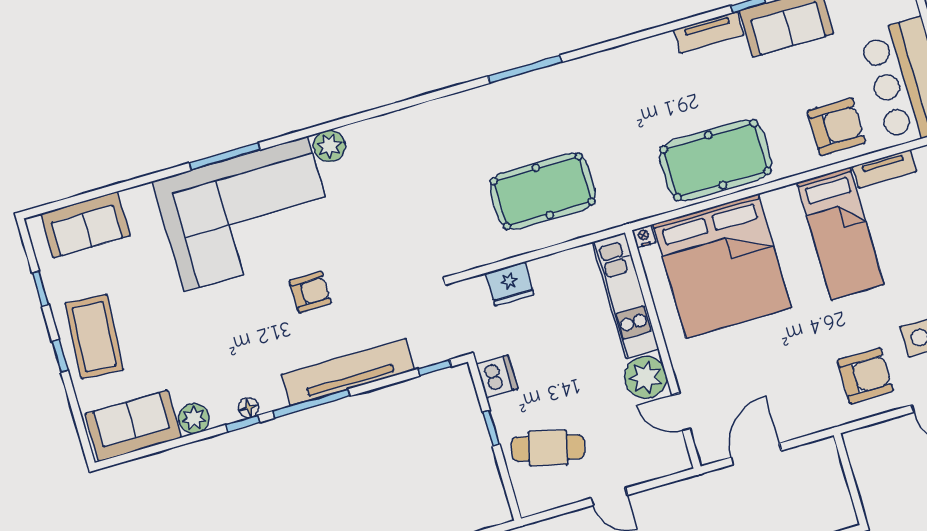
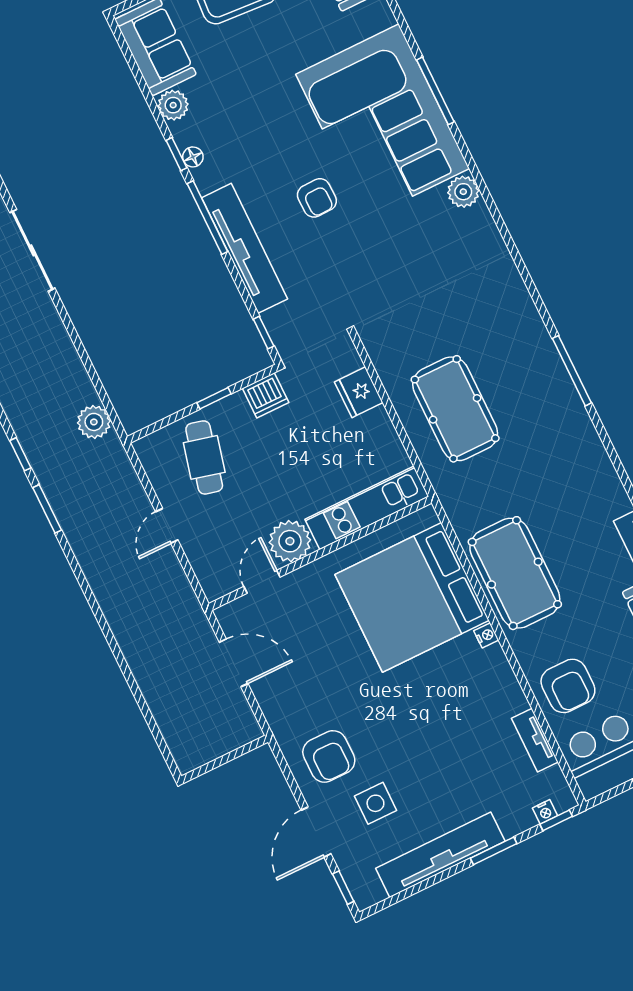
bed: (841, 233) -> (464, 708), removed
nightstand: (644, 236) -> (486, 635), moved

